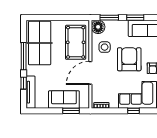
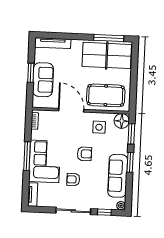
window: (24, 56) -> (109, 38), moved
armchair: (129, 59) -> (84, 154), width x0.53, depth x0.53
window: (24, 83) -> (63, 36), removed
window: (71, 111) -> (31, 73), moved
window: (134, 111) -> (27, 156), width x2.17

